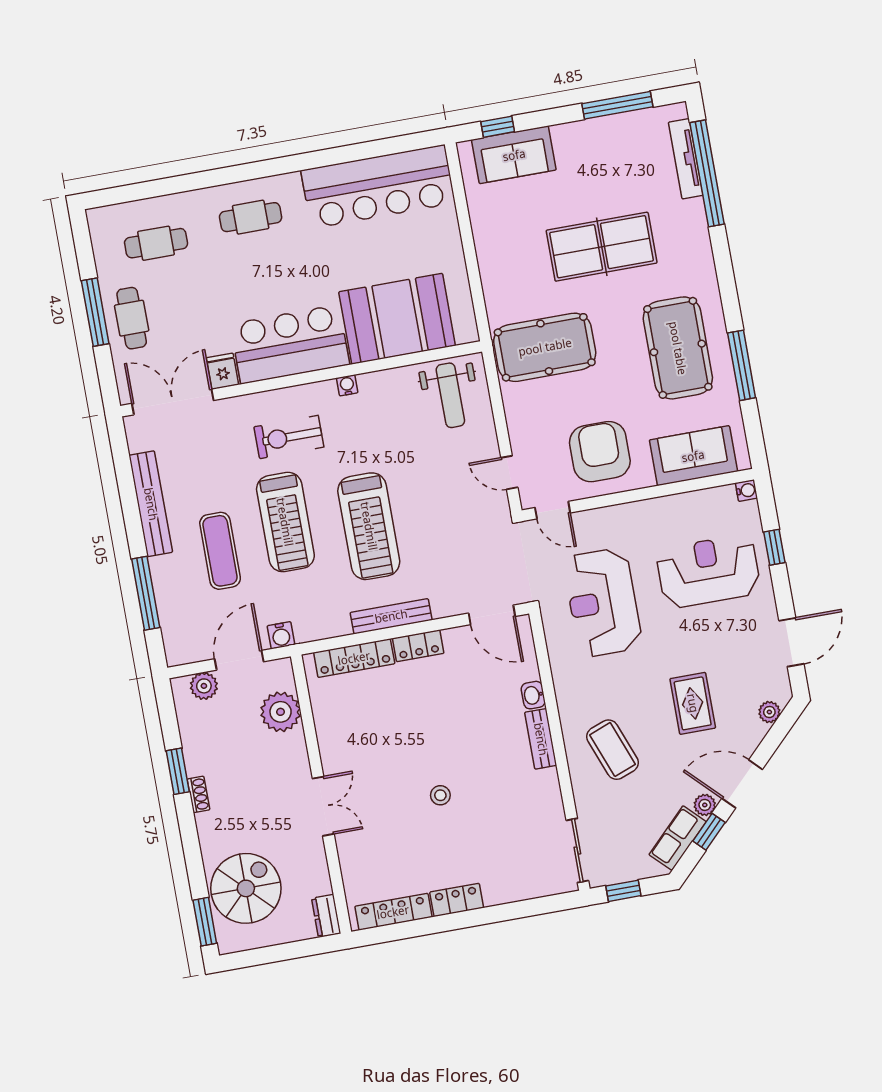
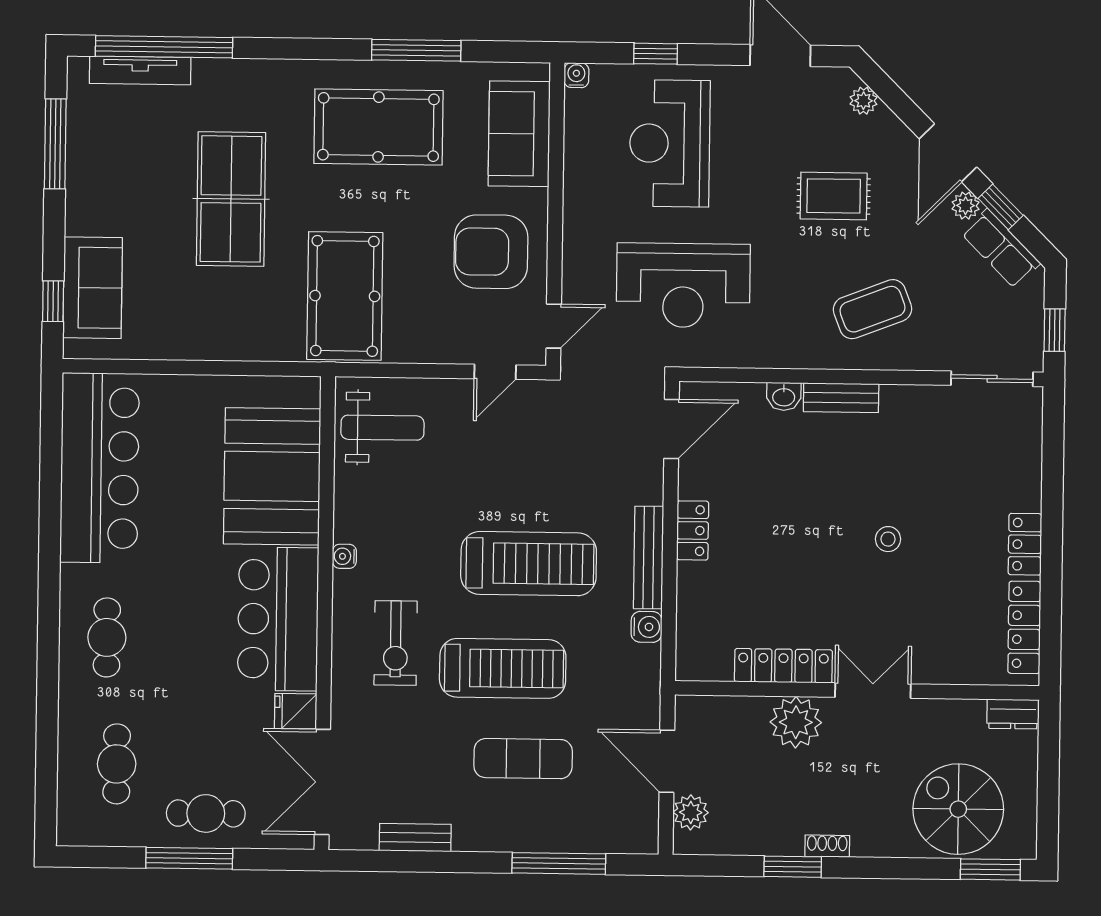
bench: (151, 504) -> (415, 837), width x0.54, depth x0.82
water cooler: (281, 635) -> (647, 627), moved
locker: (354, 658) -> (783, 666), moved, turned -90
plant: (281, 712) -> (796, 722), moved

